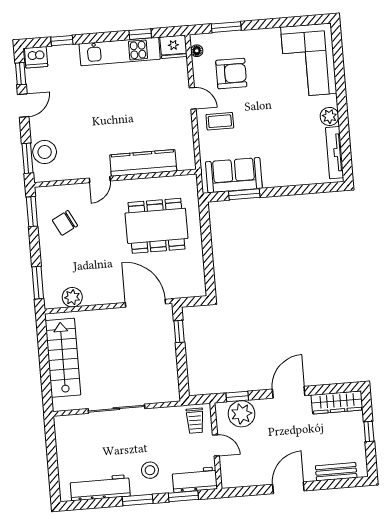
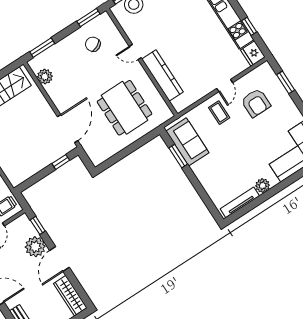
floor lamp: (197, 51) -> (259, 71), removed
door: (289, 392) -> (59, 259), swing flipped
plant: (242, 414) -> (35, 247), moved

